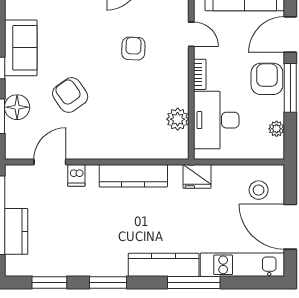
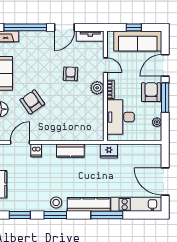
plant: (178, 119) -> (97, 88), moved
kitchen counter: (133, 176) -> (70, 151), width x0.67
stool: (259, 190) -> (56, 203), moved

